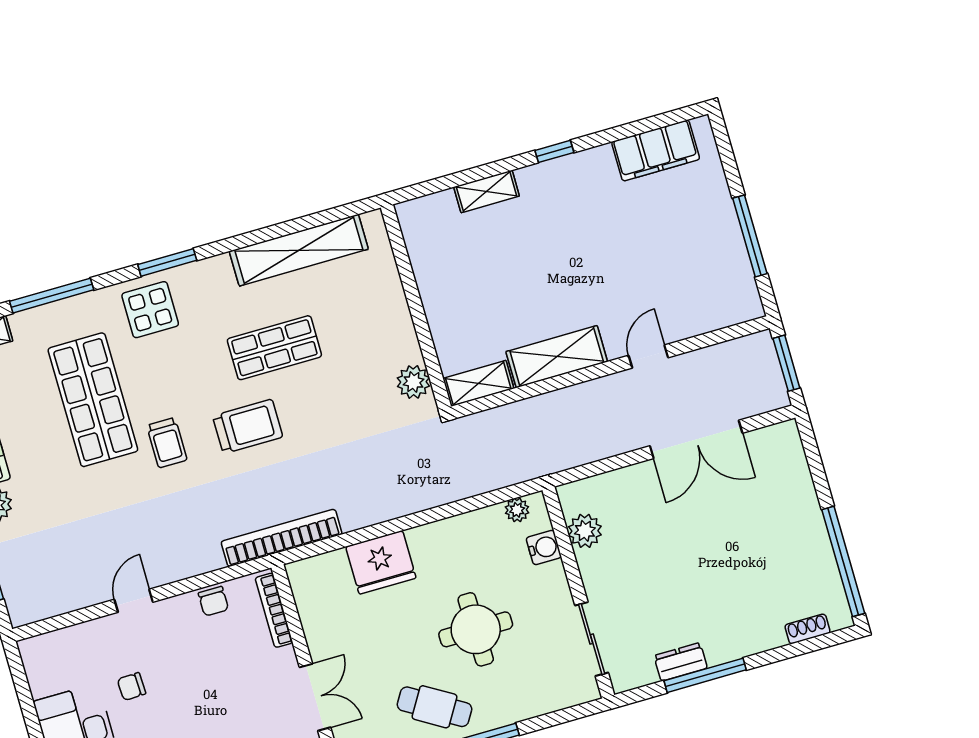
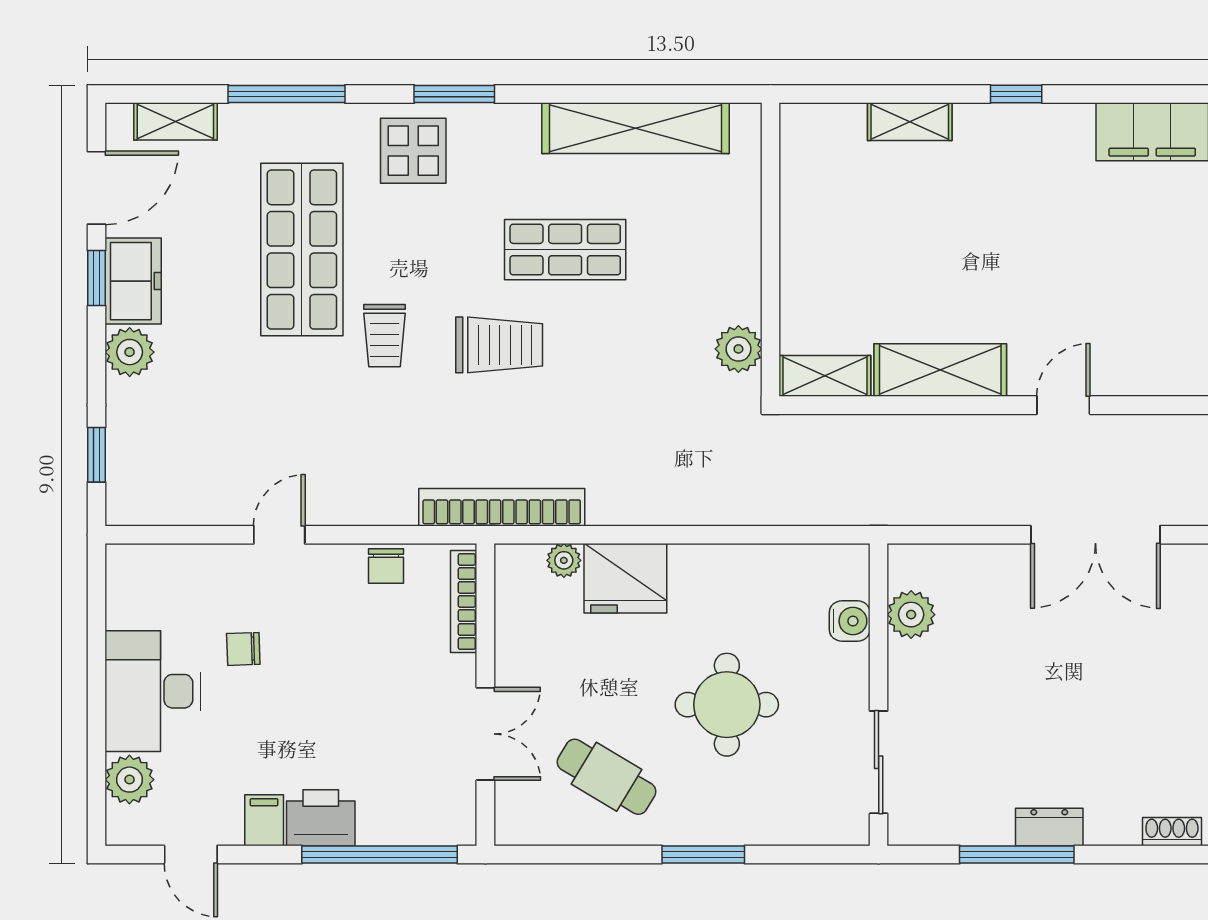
plant: (517, 510) -> (564, 560), moved
dresser: (681, 662) -> (1049, 827), moved
cafe table: (435, 707) -> (607, 777), moved

